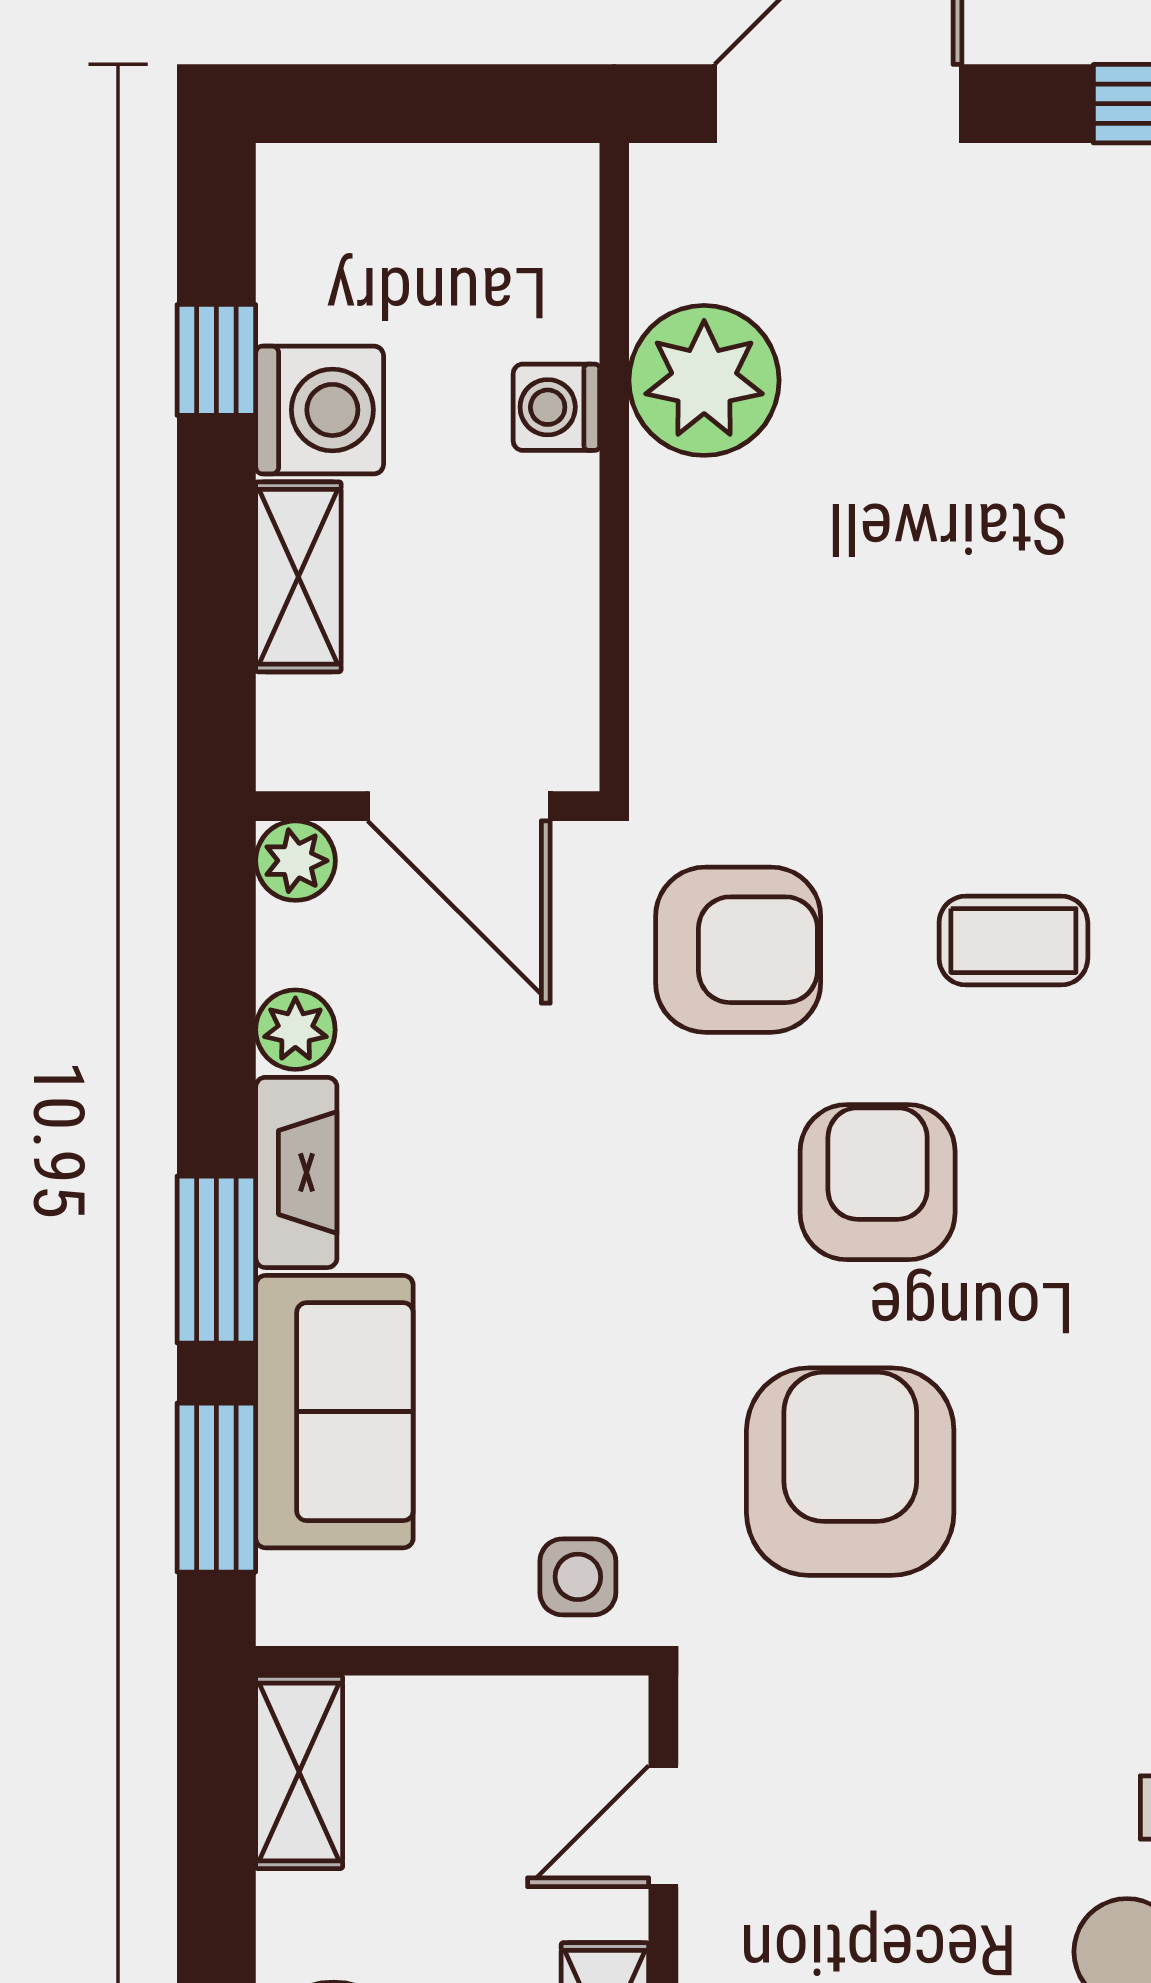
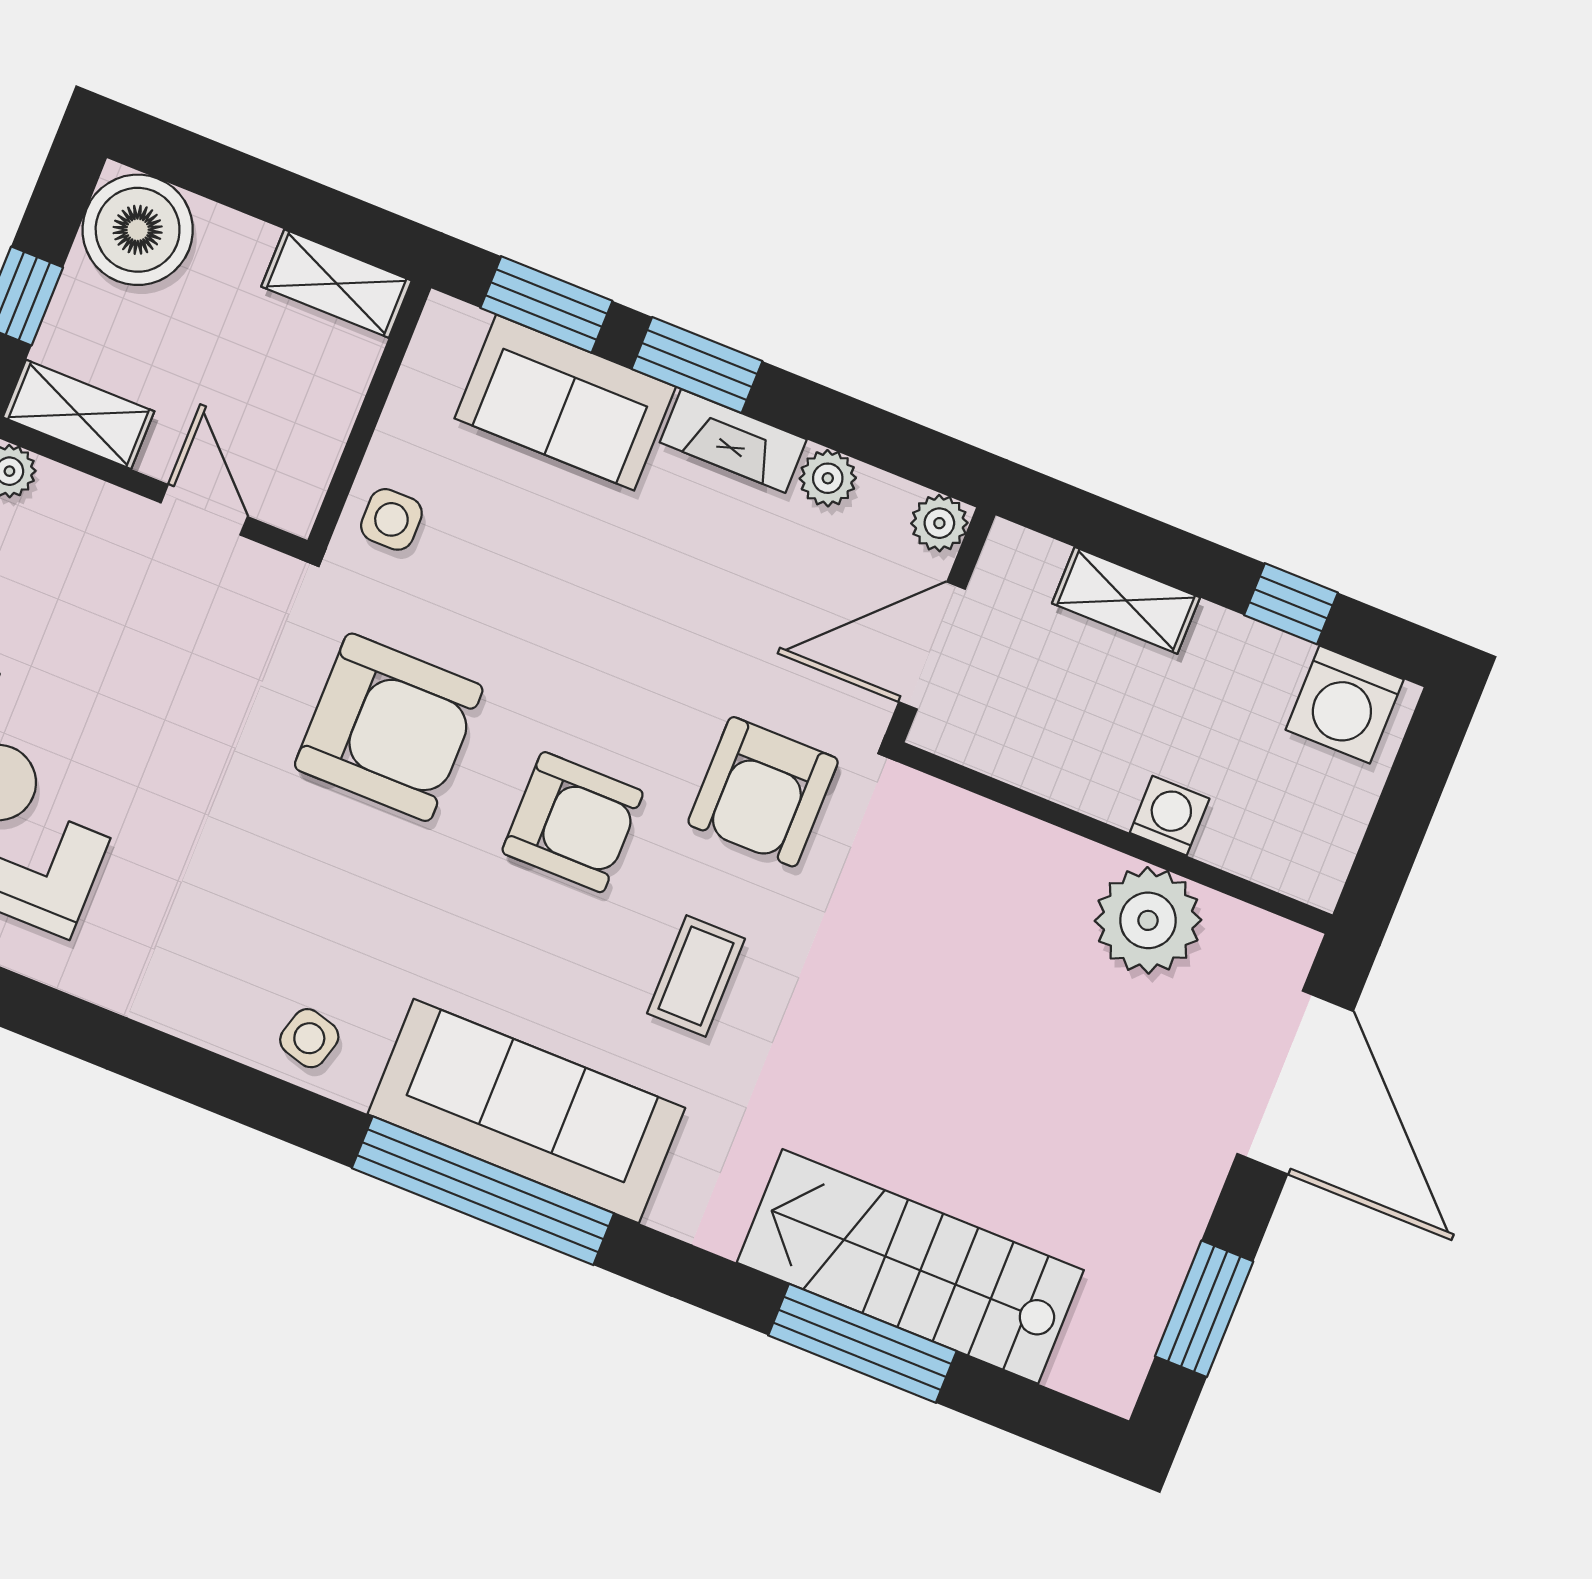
washing machine: (320, 410) -> (1345, 705), moved

